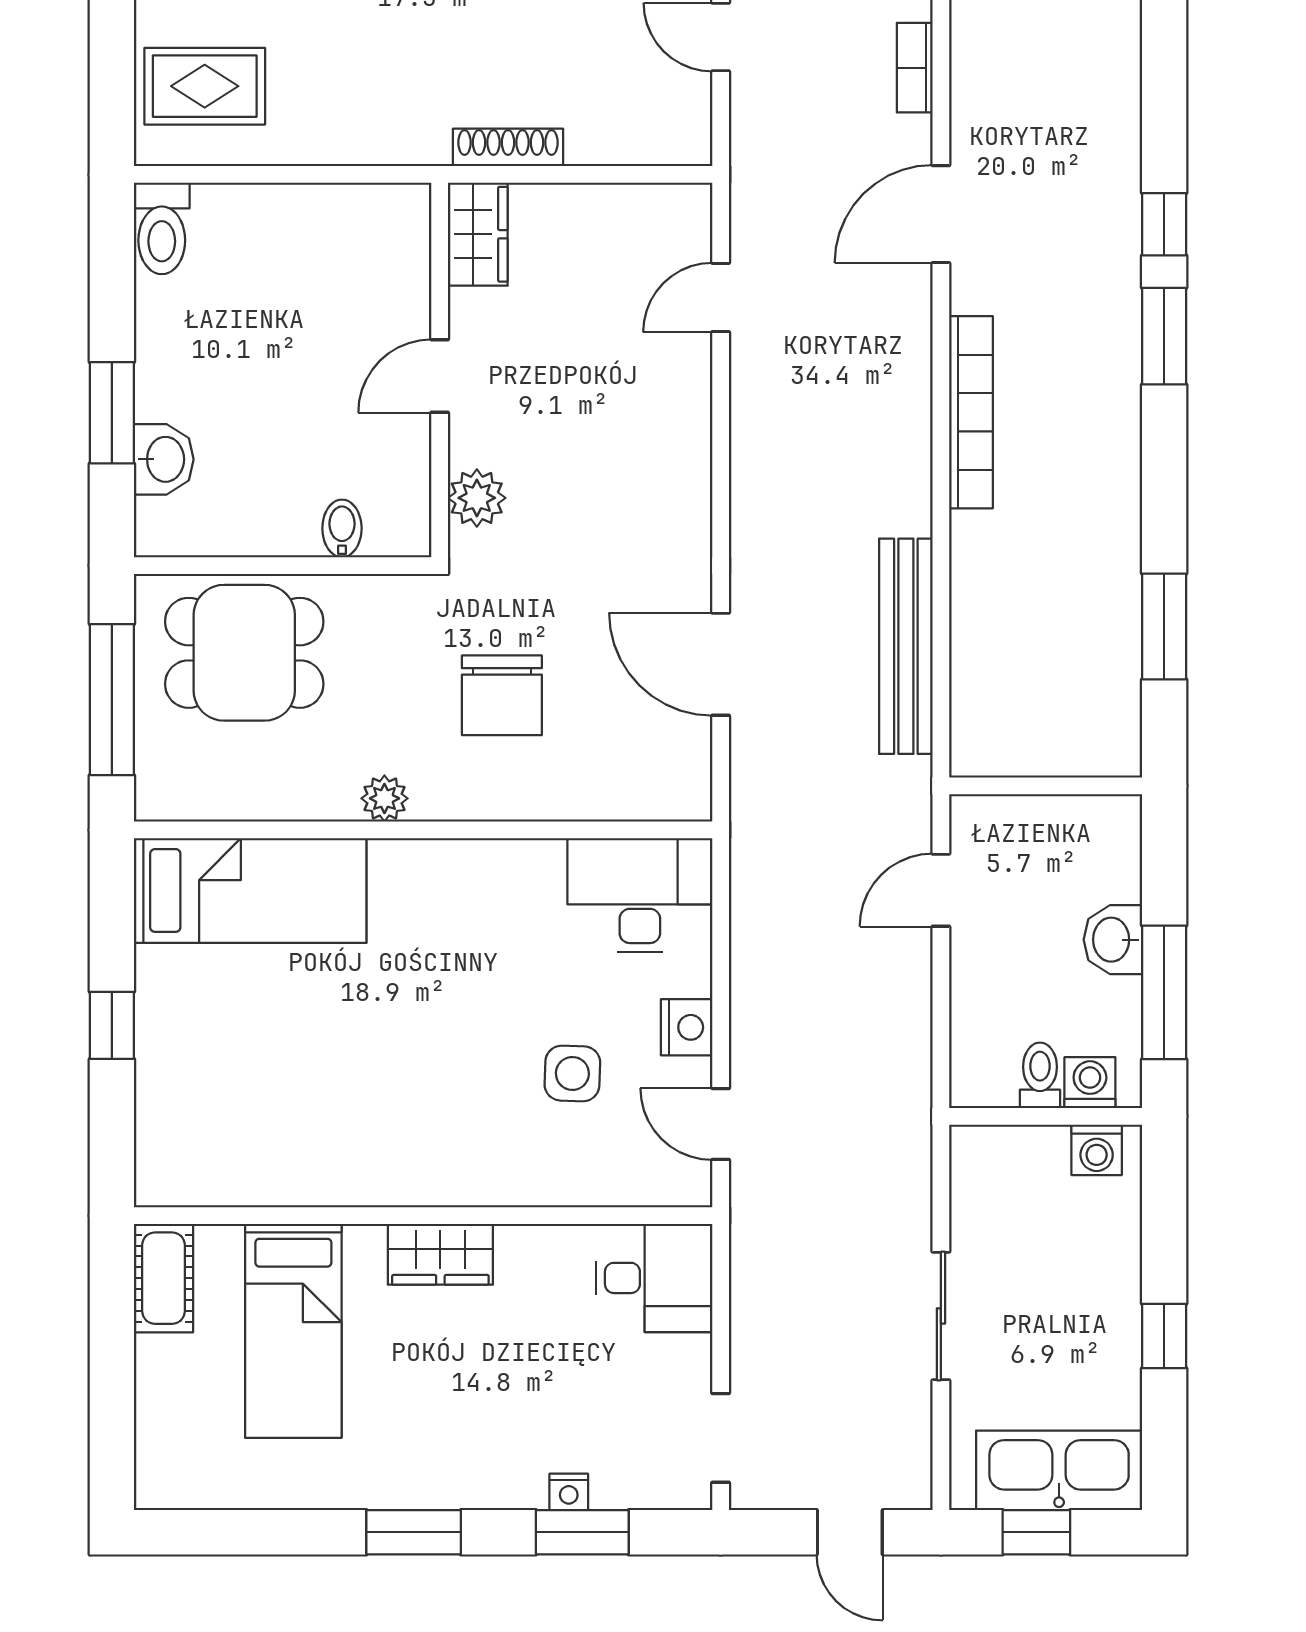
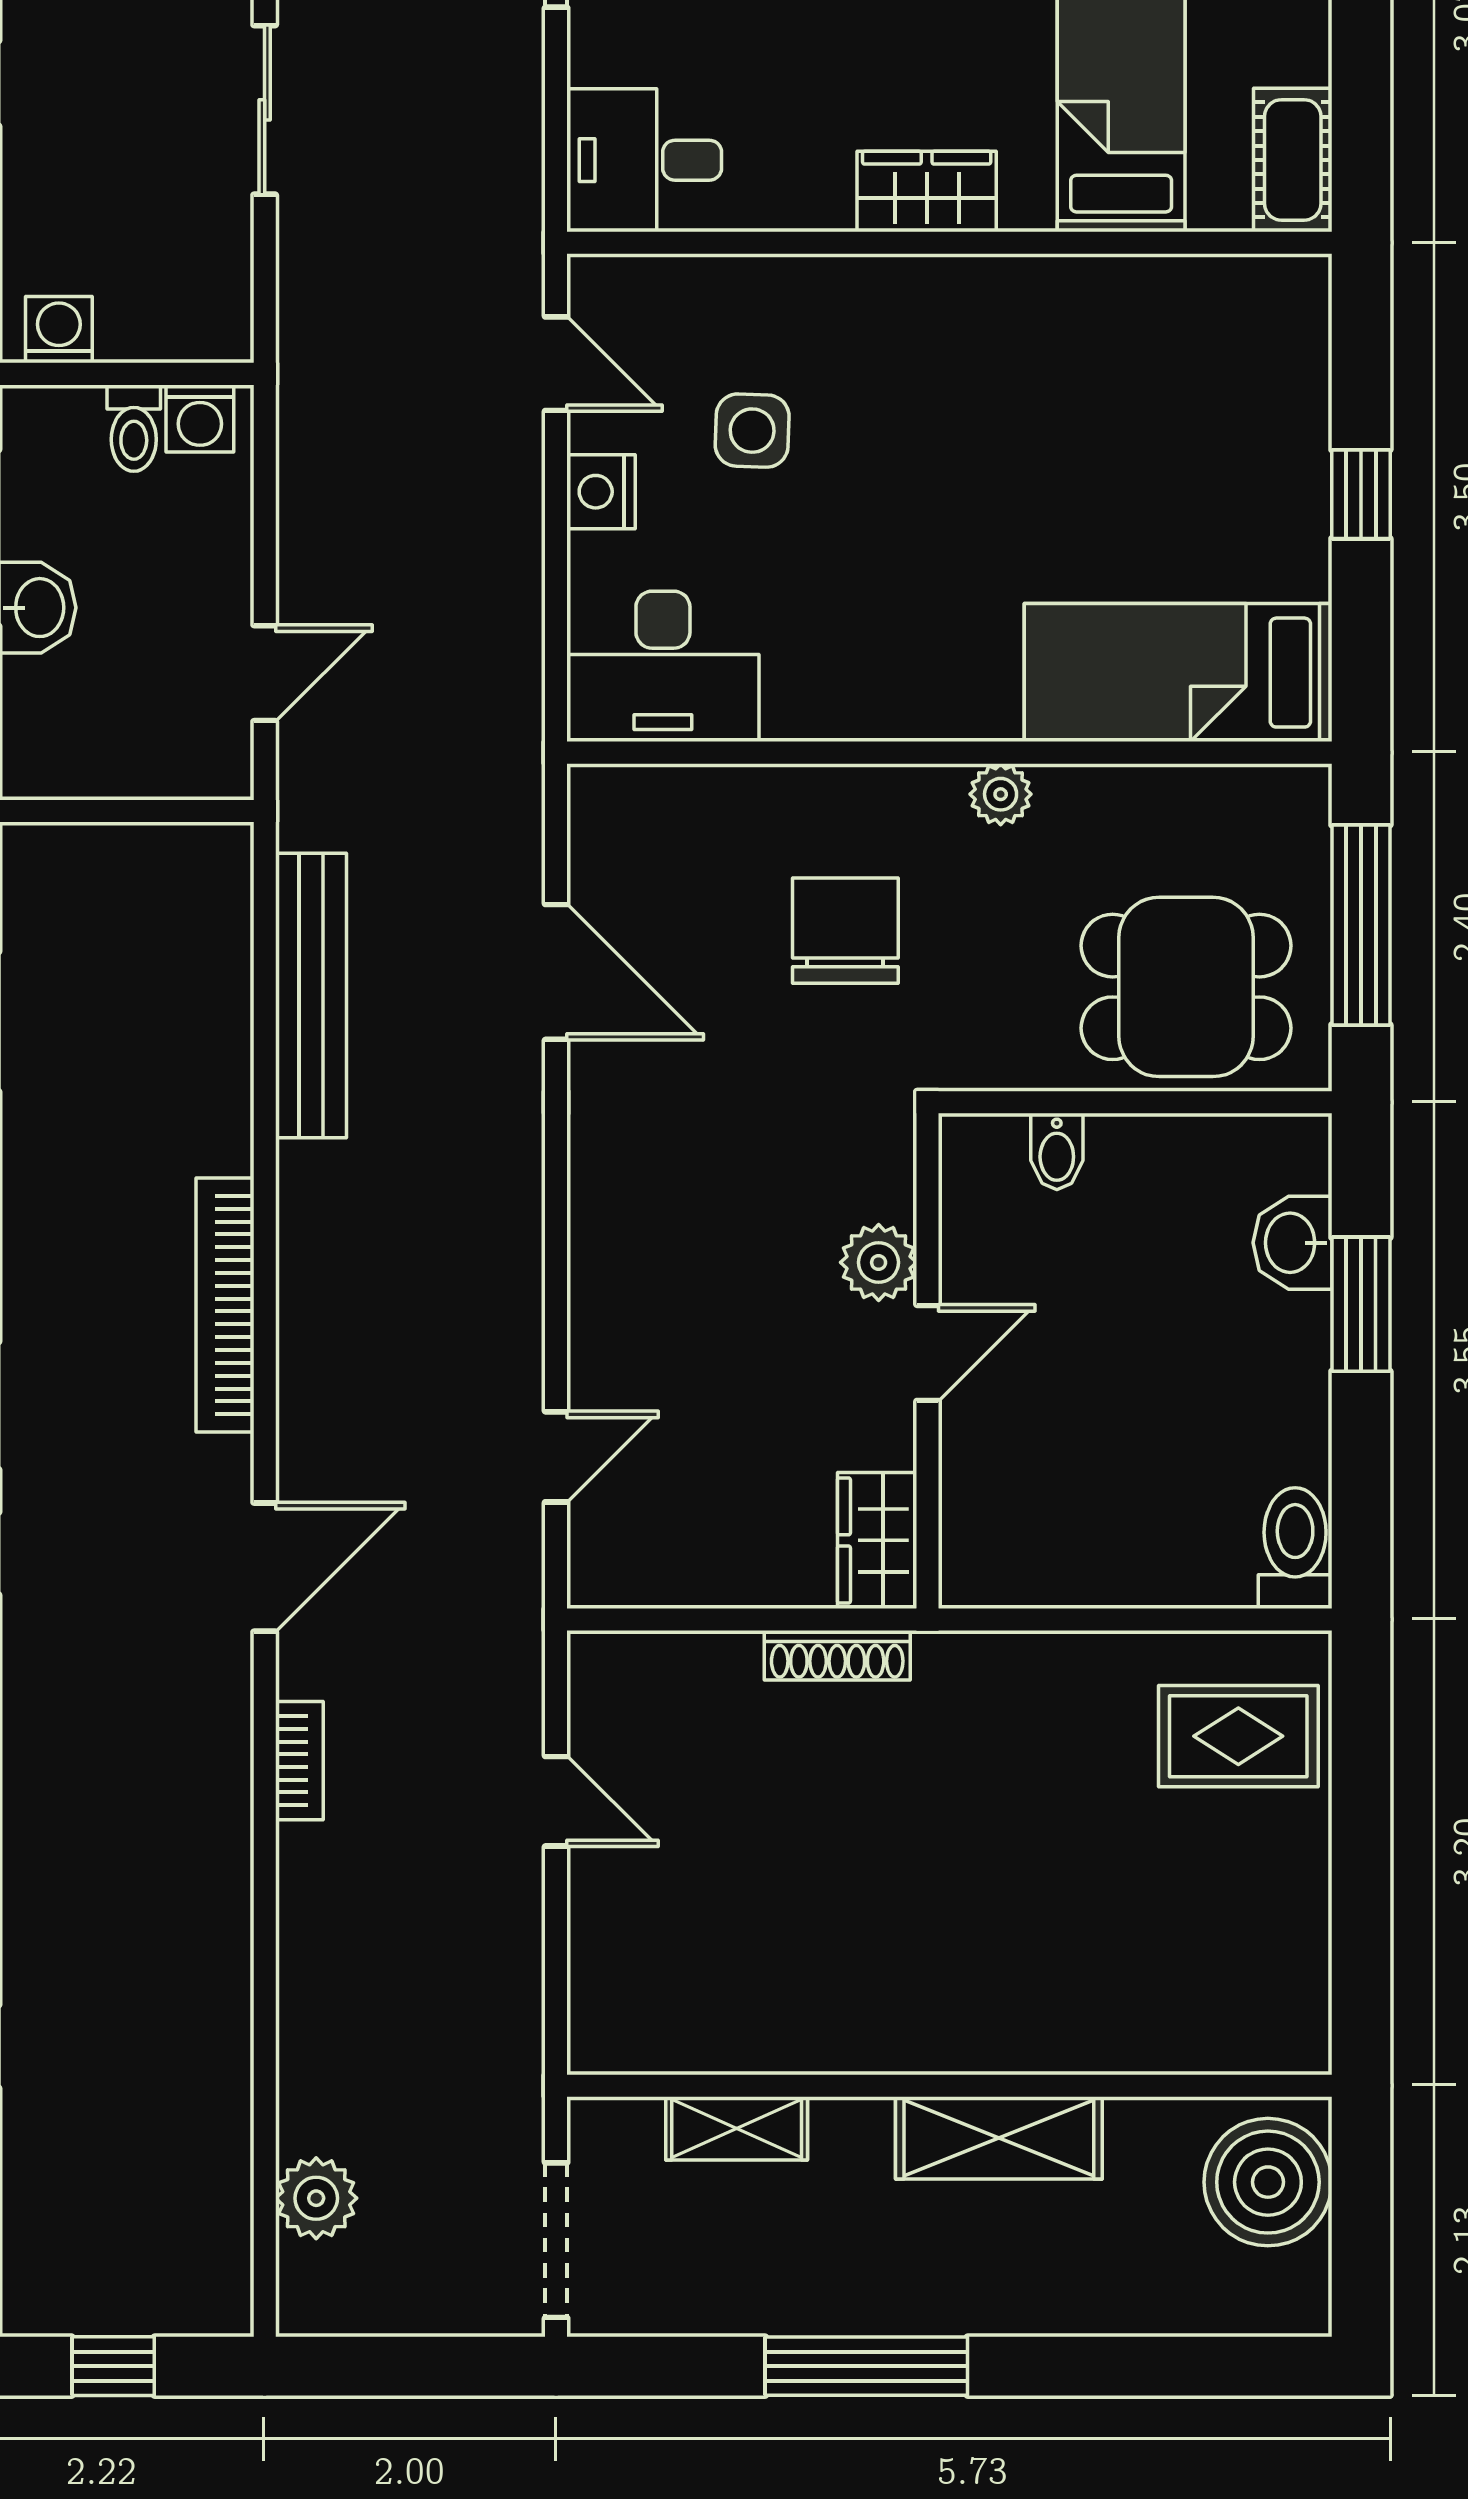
plant: (477, 498) -> (879, 1262), moved
washing machine: (1090, 1083) -> (200, 418), moved

